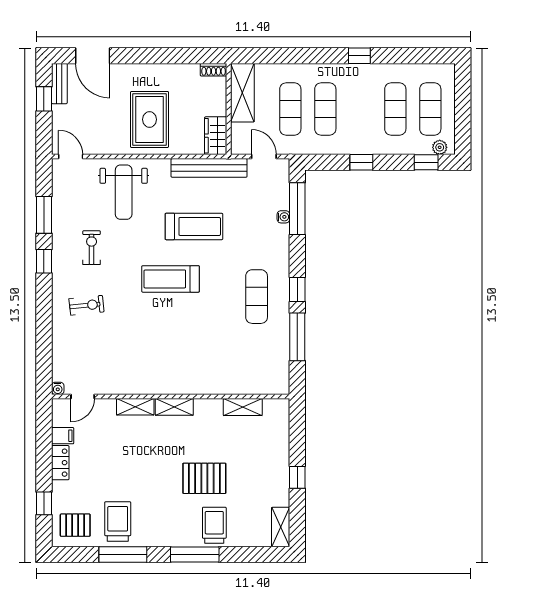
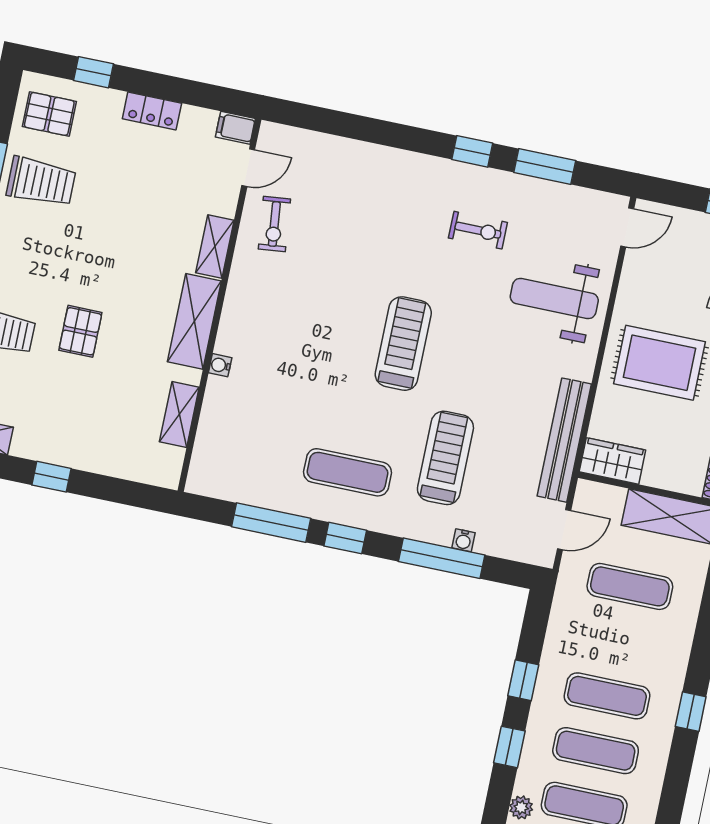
exercise mat: (325, 109) -> (607, 696), moved
window: (426, 162) -> (509, 747), moved
window: (297, 209) -> (442, 558), moved
treadmill: (194, 226) -> (445, 458), moved, turned 180
exercise bike: (86, 305) -> (274, 224), moved
water cooler: (58, 388) -> (220, 365), moved
door: (83, 396) -> (248, 168), swing flipped
shelving: (174, 407) -> (194, 321), width x1.50, depth x1.33
filing cabinet: (63, 436) -> (235, 128), moved, turned 90
pallet: (204, 478) -> (80, 331), width x0.67, depth x0.71
pallet: (75, 525) -> (49, 114), turned 90

